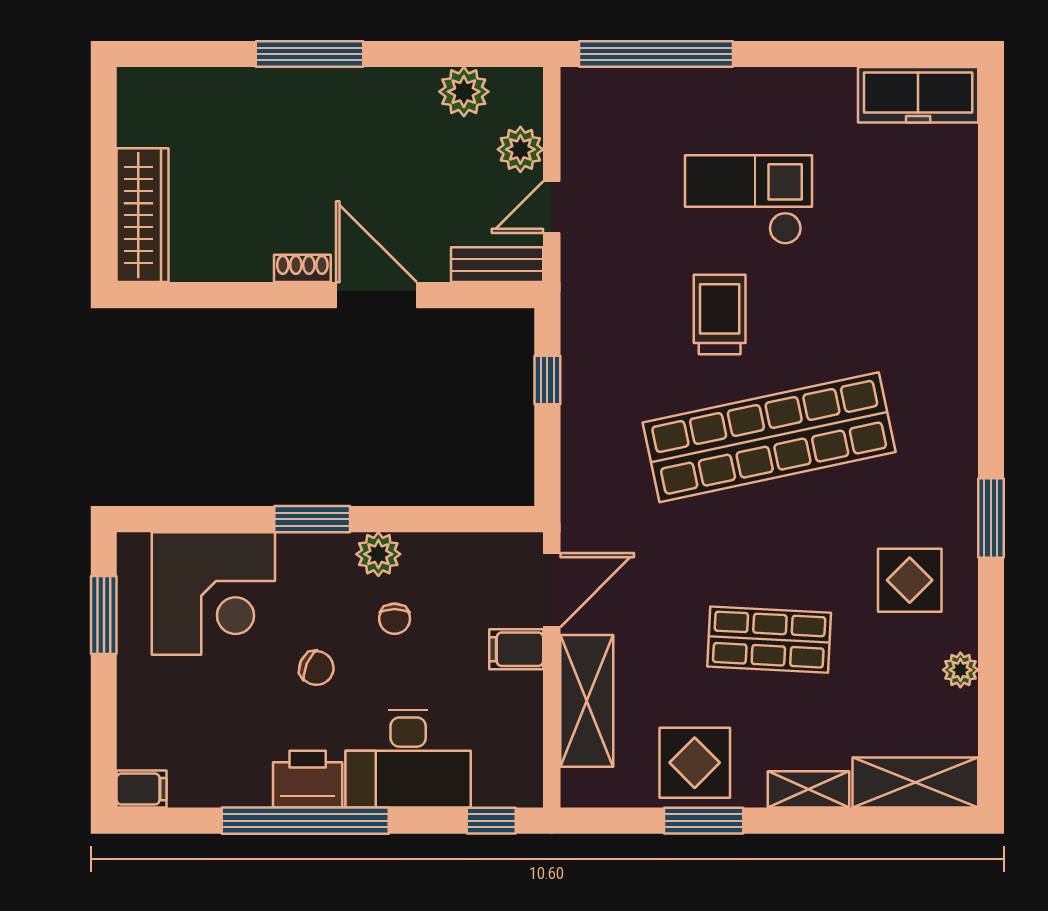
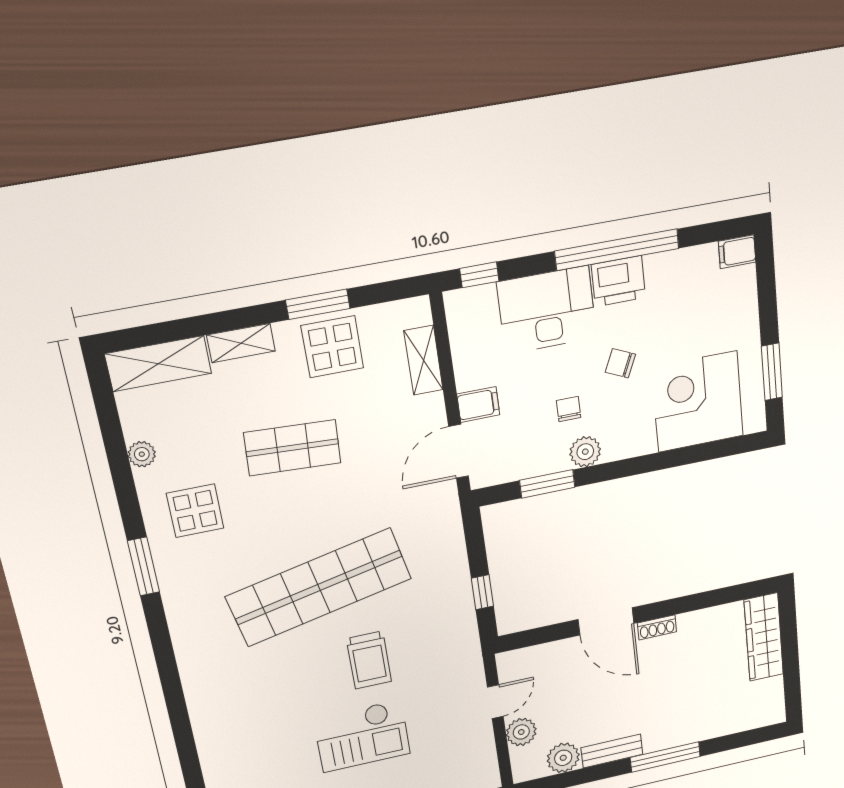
bench: (497, 265) -> (612, 751), moved
window: (312, 519) -> (547, 484), moved
shelving: (587, 701) -> (424, 360), width x0.67, depth x0.75

